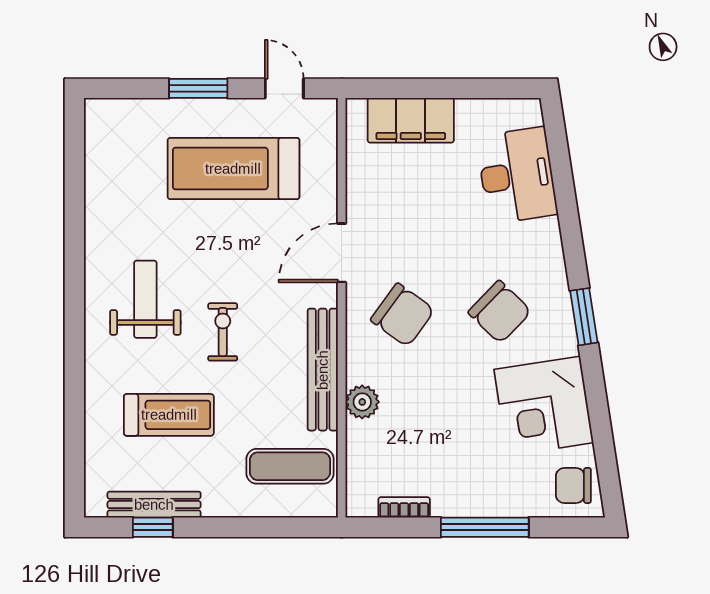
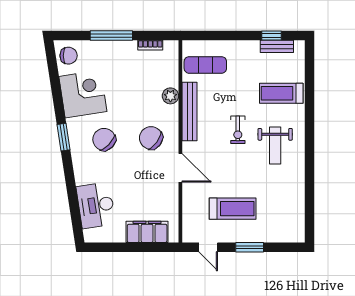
treadmill: (233, 169) -> (233, 209), width x0.73, depth x0.73
door: (342, 253) -> (180, 168), hinge flipped
treadmill: (169, 415) -> (281, 93), moved
bench: (154, 505) -> (277, 46), width x0.73

